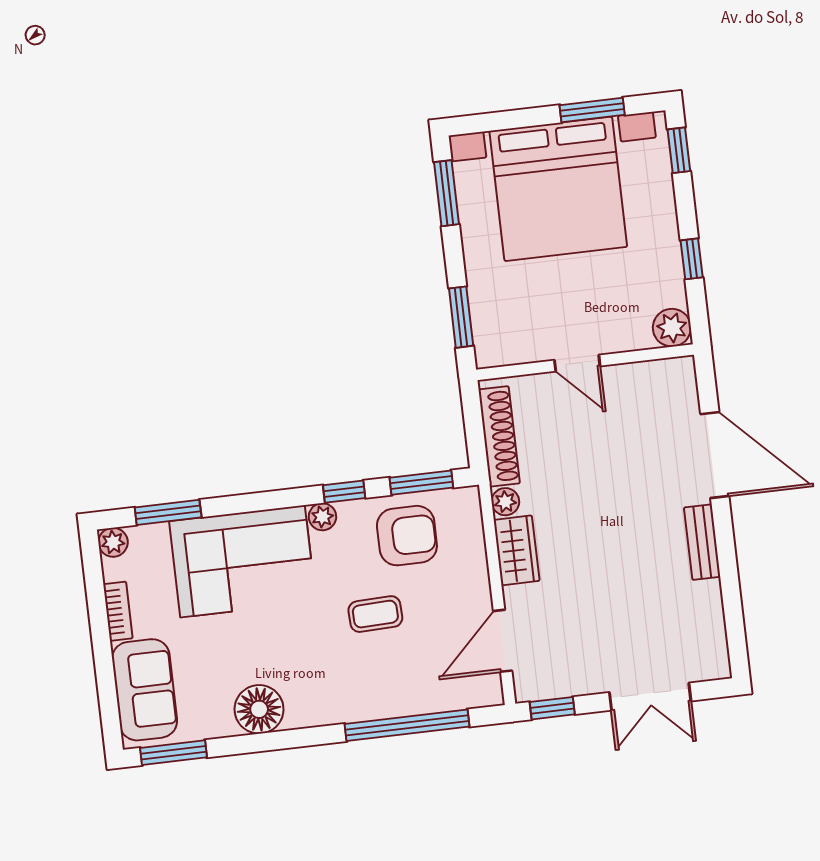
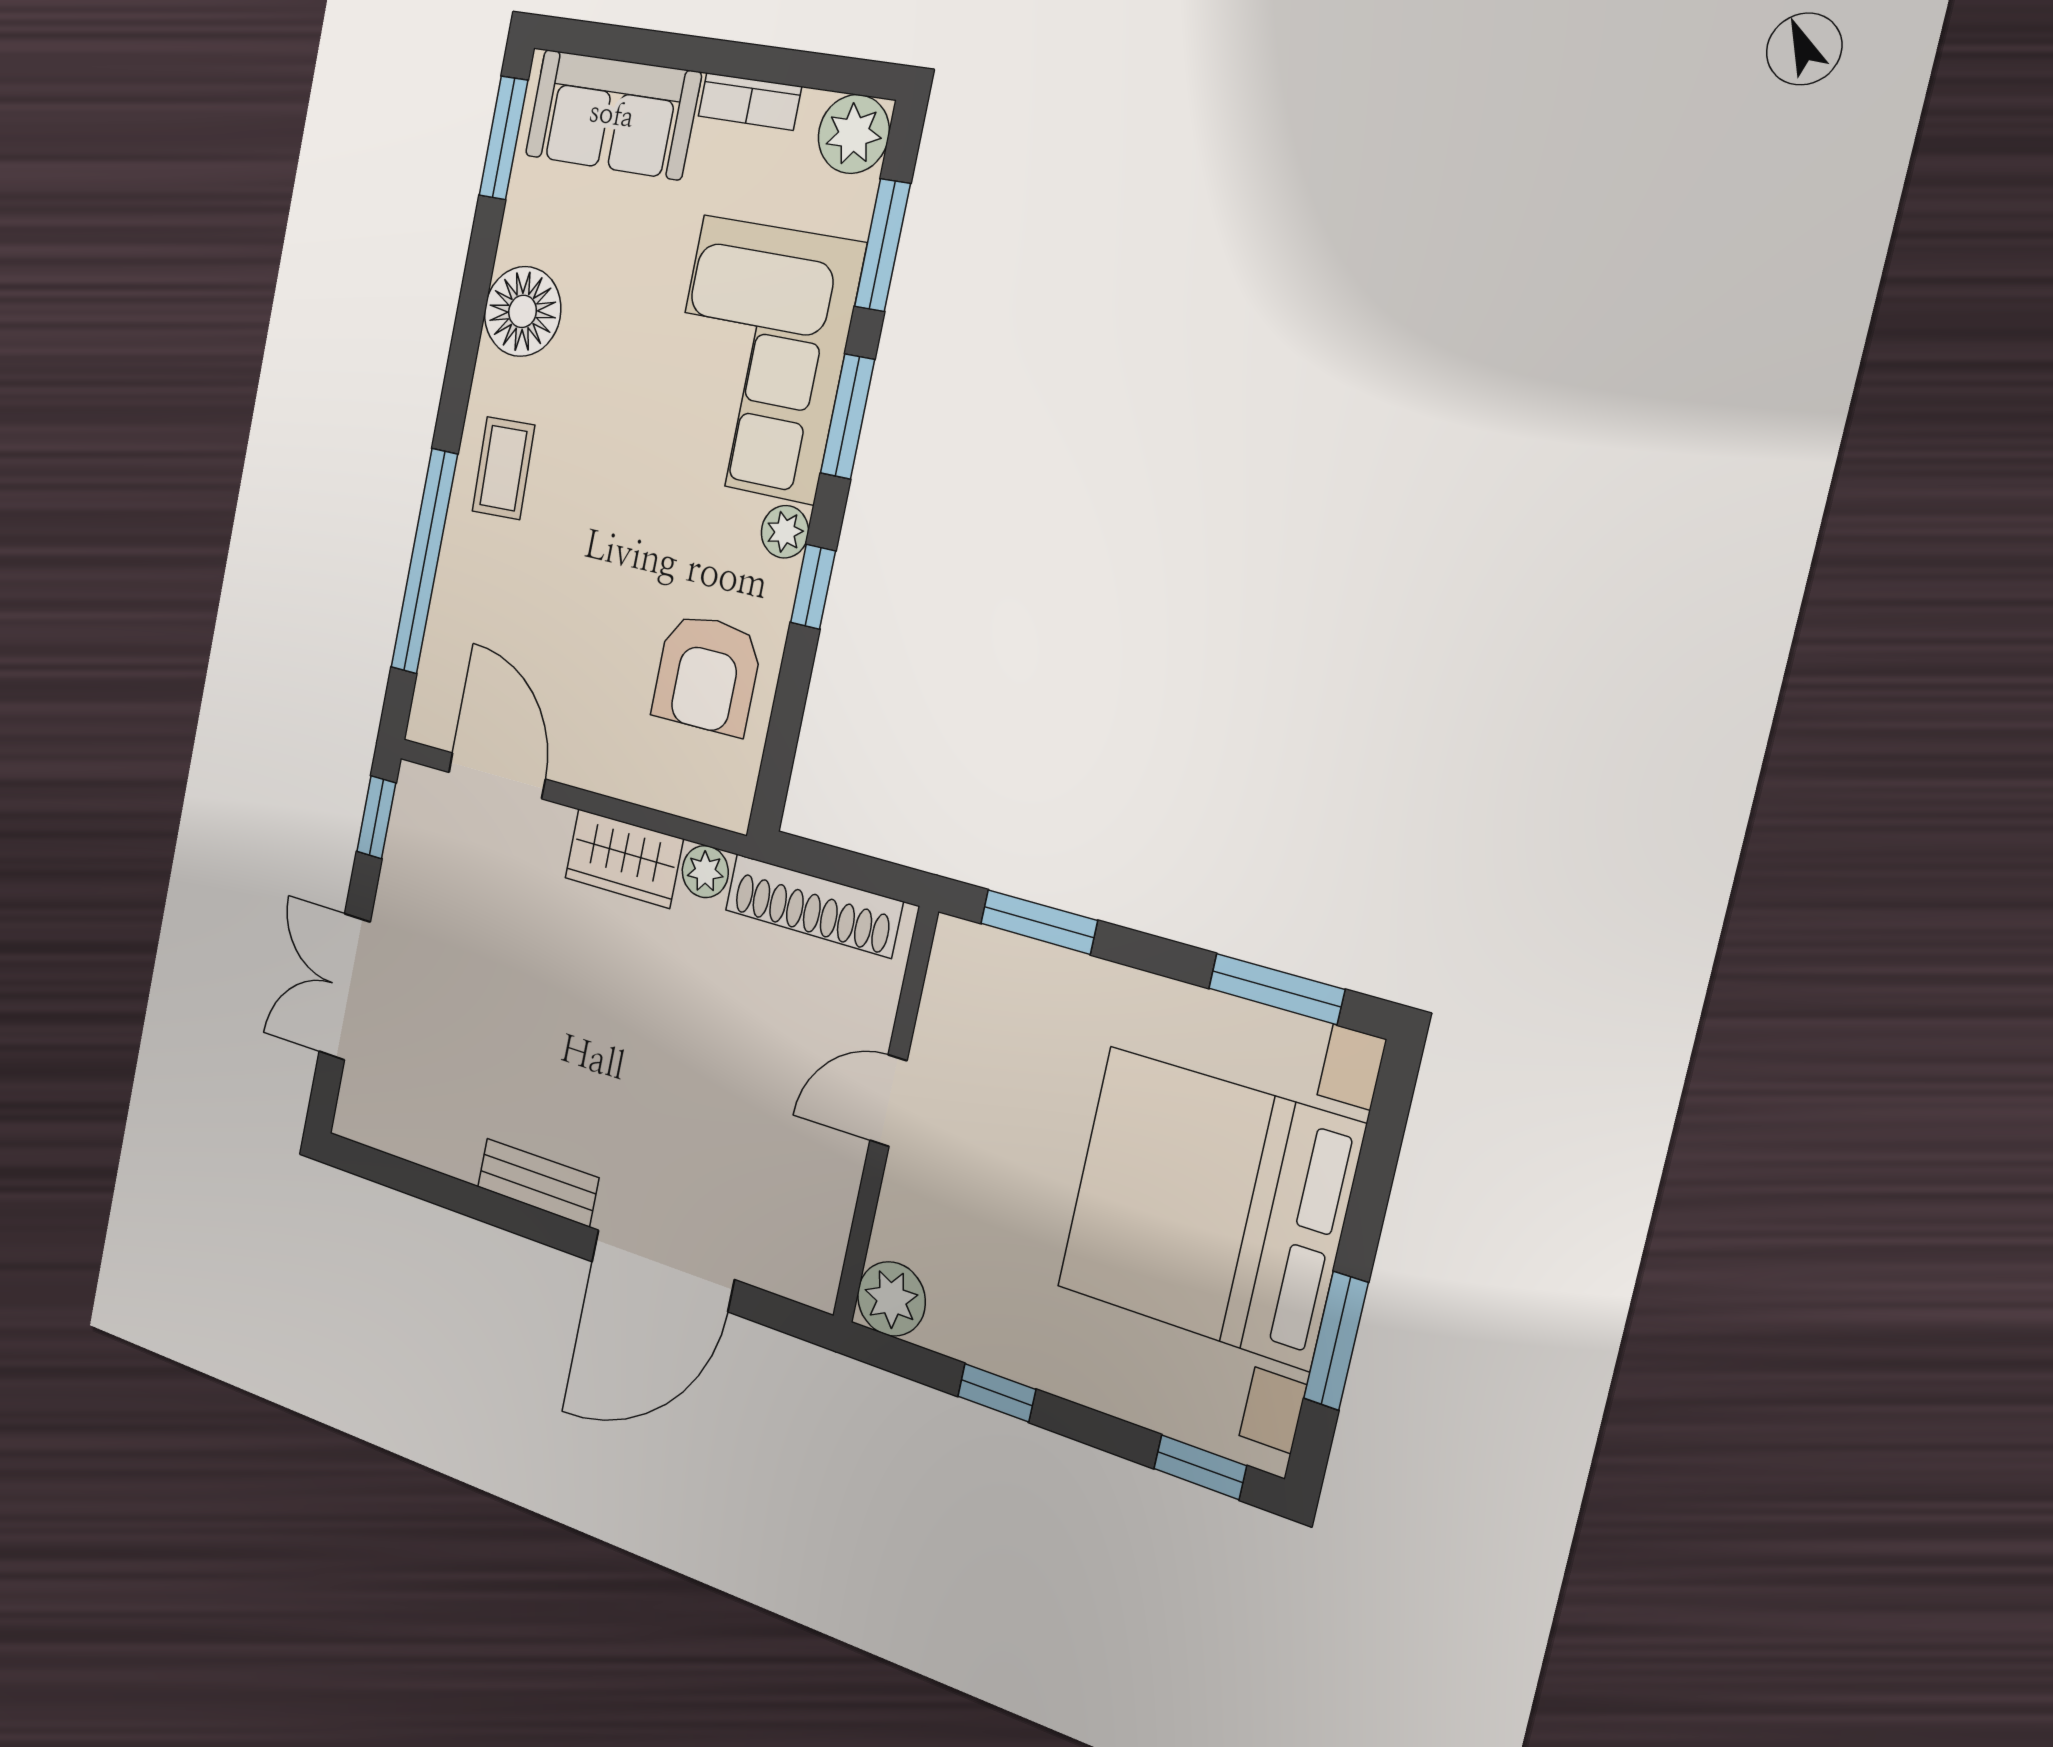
window: (421, 483) -> (848, 416), moved
plant: (113, 542) -> (854, 134), width x1.38, depth x1.38
coffee table: (375, 614) -> (503, 468), moved

